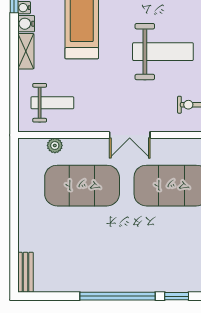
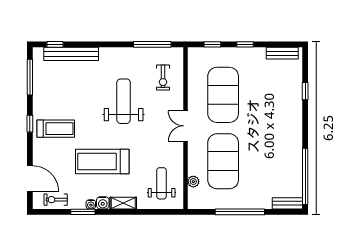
double door: (130, 135) -> (185, 126), swing flipped
window: (14, 208) -> (240, 212), added
window: (117, 296) -> (305, 176), moved

